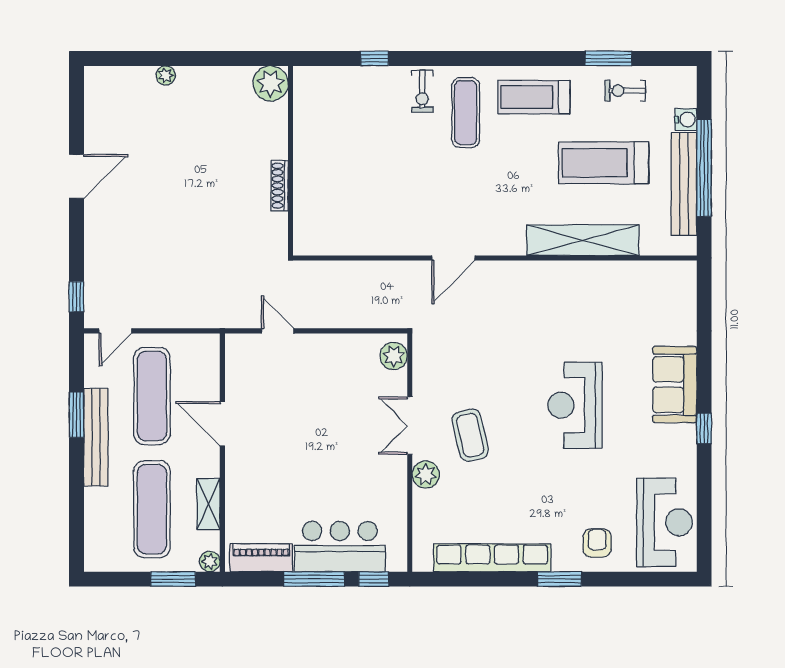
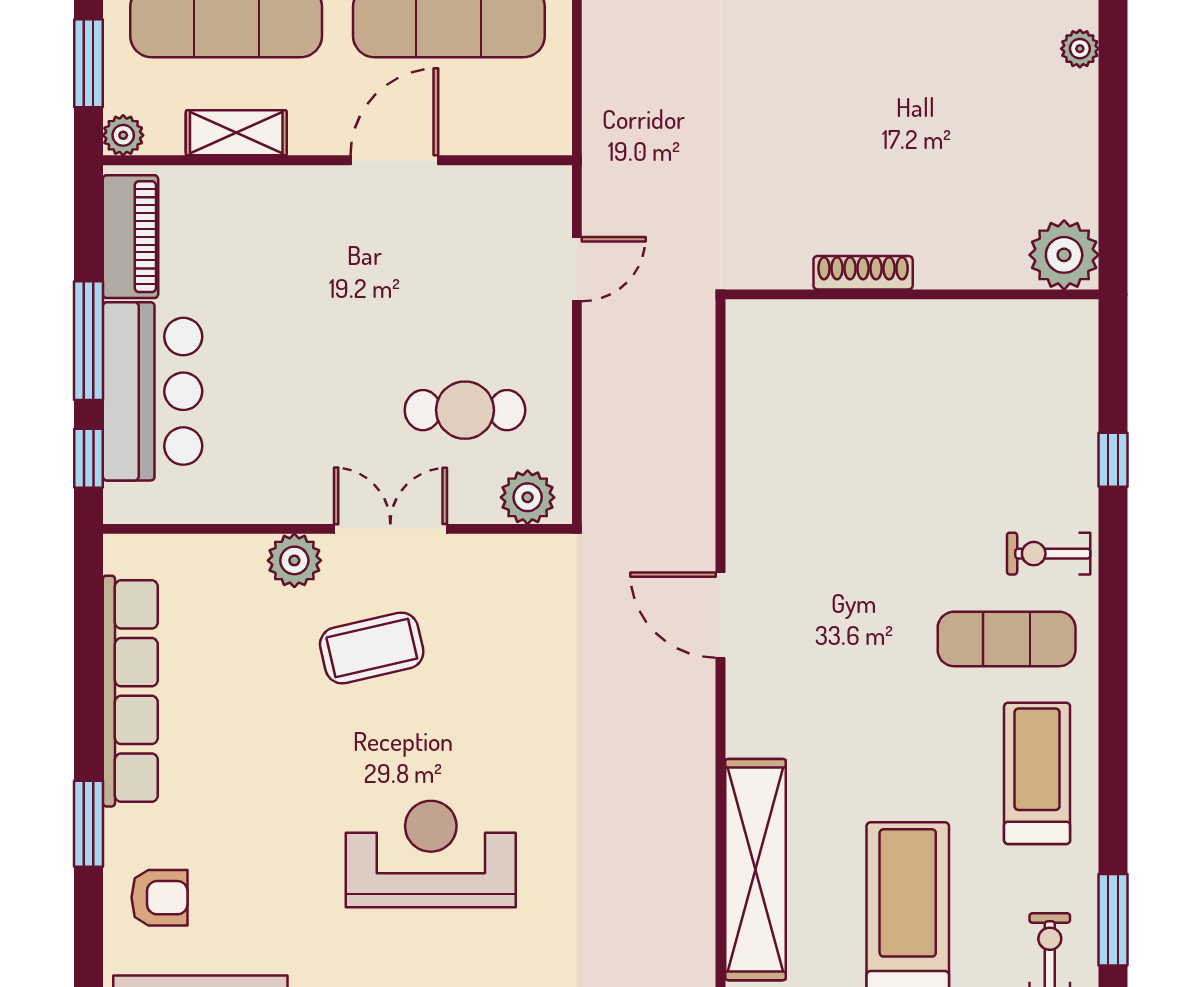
cafe table: (349, 388) -> (465, 410), added

